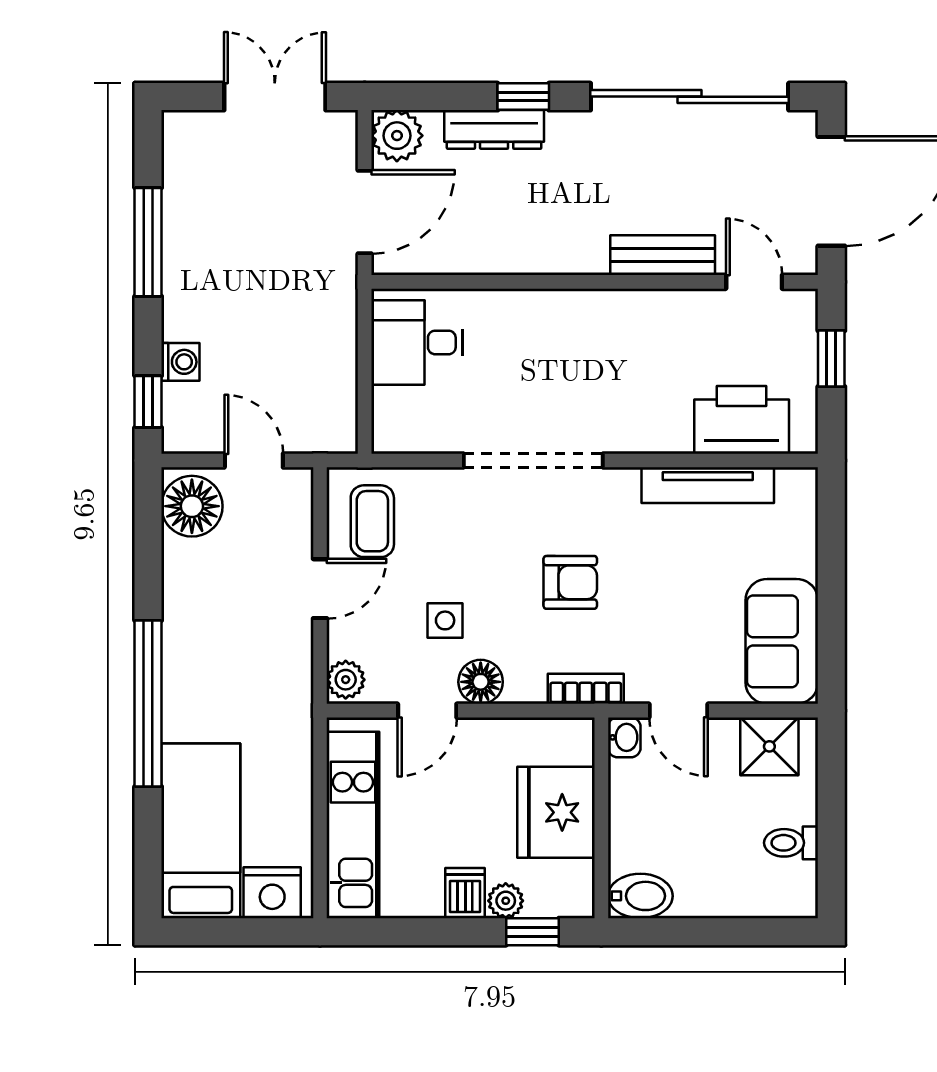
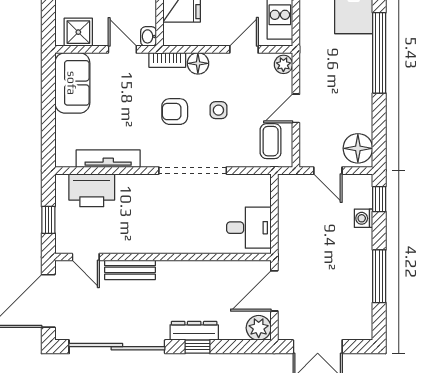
dresser: (494, 129) -> (194, 331), moved
side table: (445, 620) -> (218, 110), moved
floor lamp: (481, 682) -> (198, 63), moved

